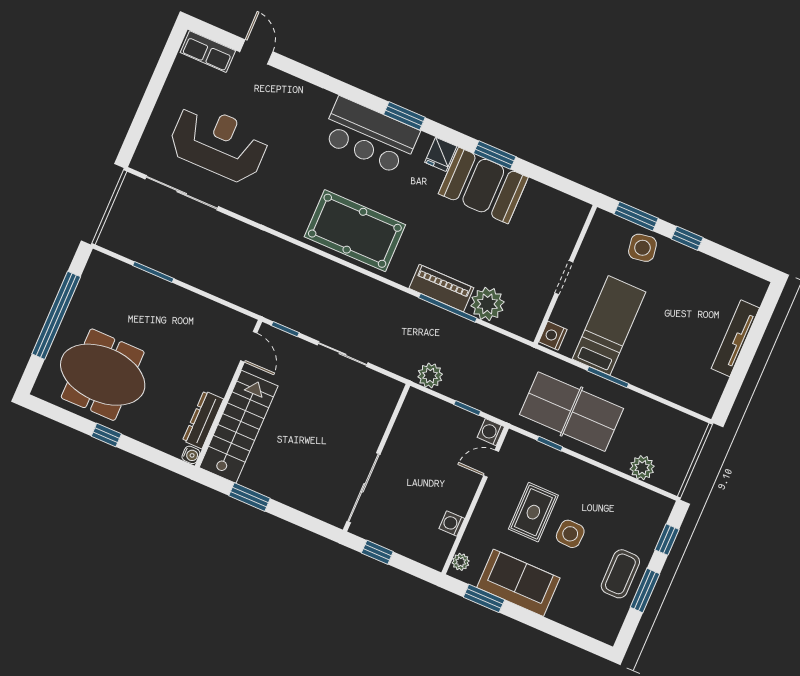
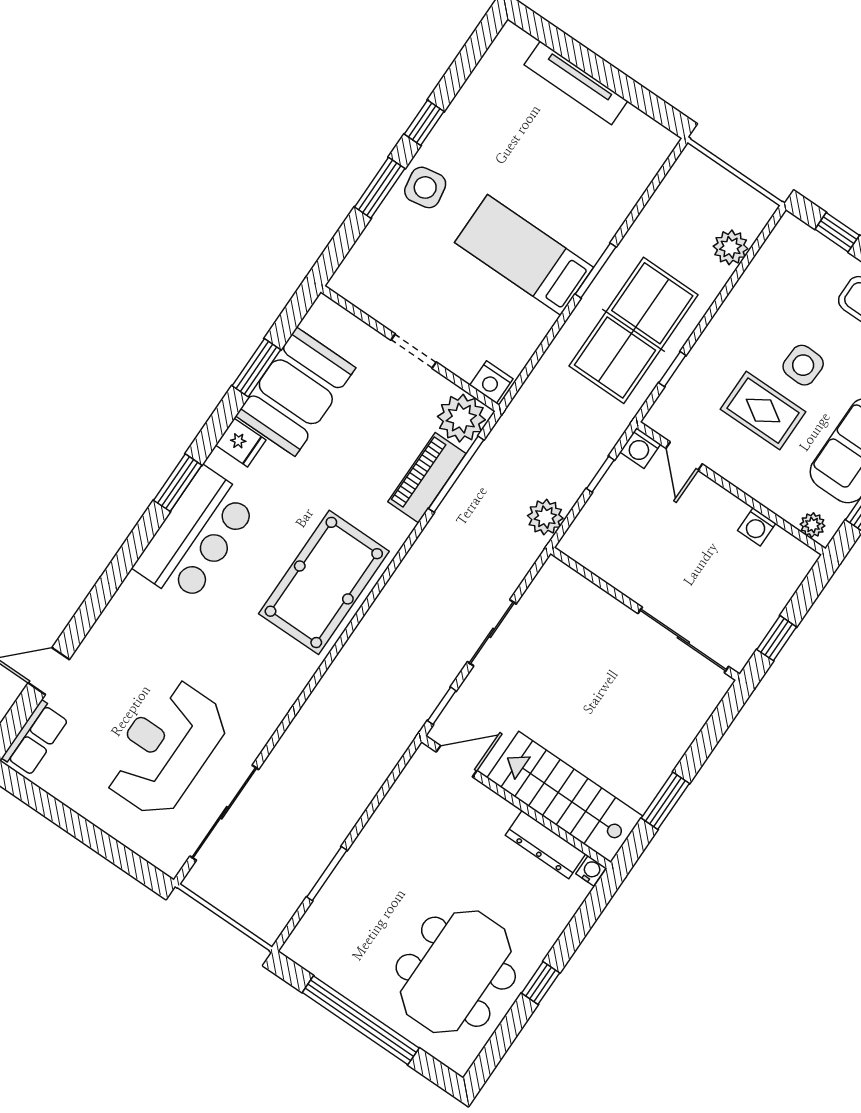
wall: (565, 275) -> (410, 348), moved
doorway: (564, 278) -> (414, 351), moved
nightstand: (553, 336) -> (491, 382), moved

